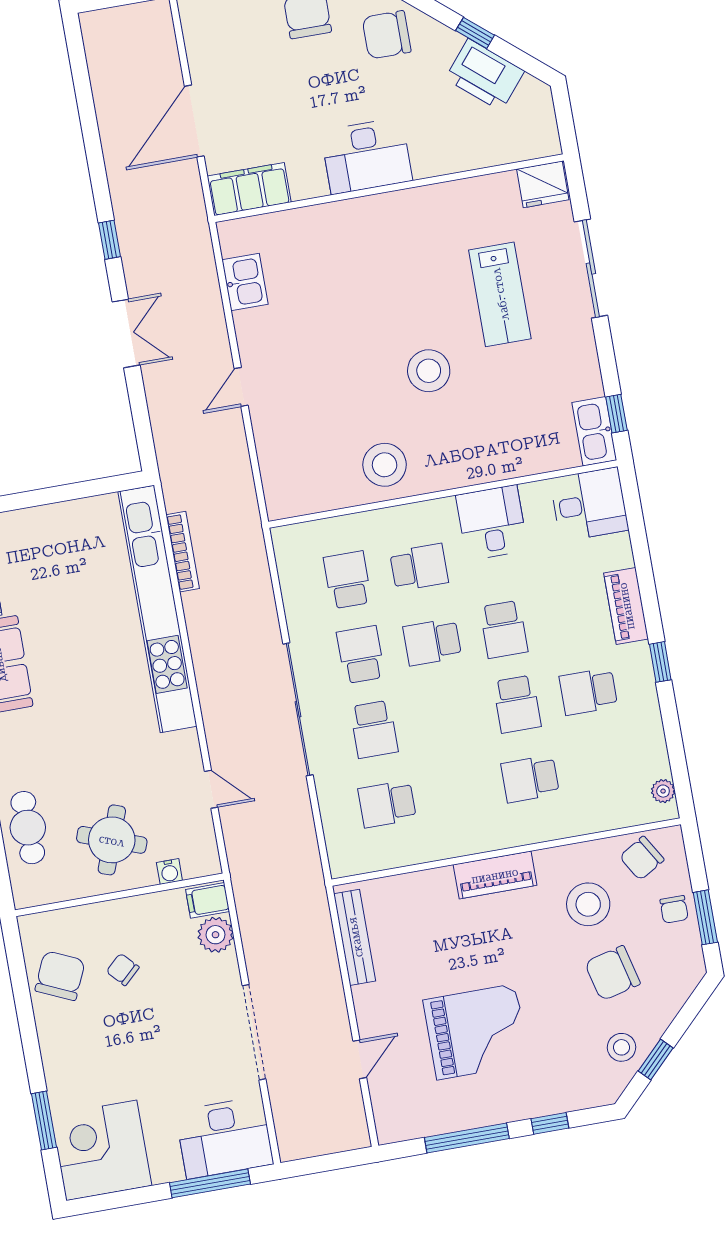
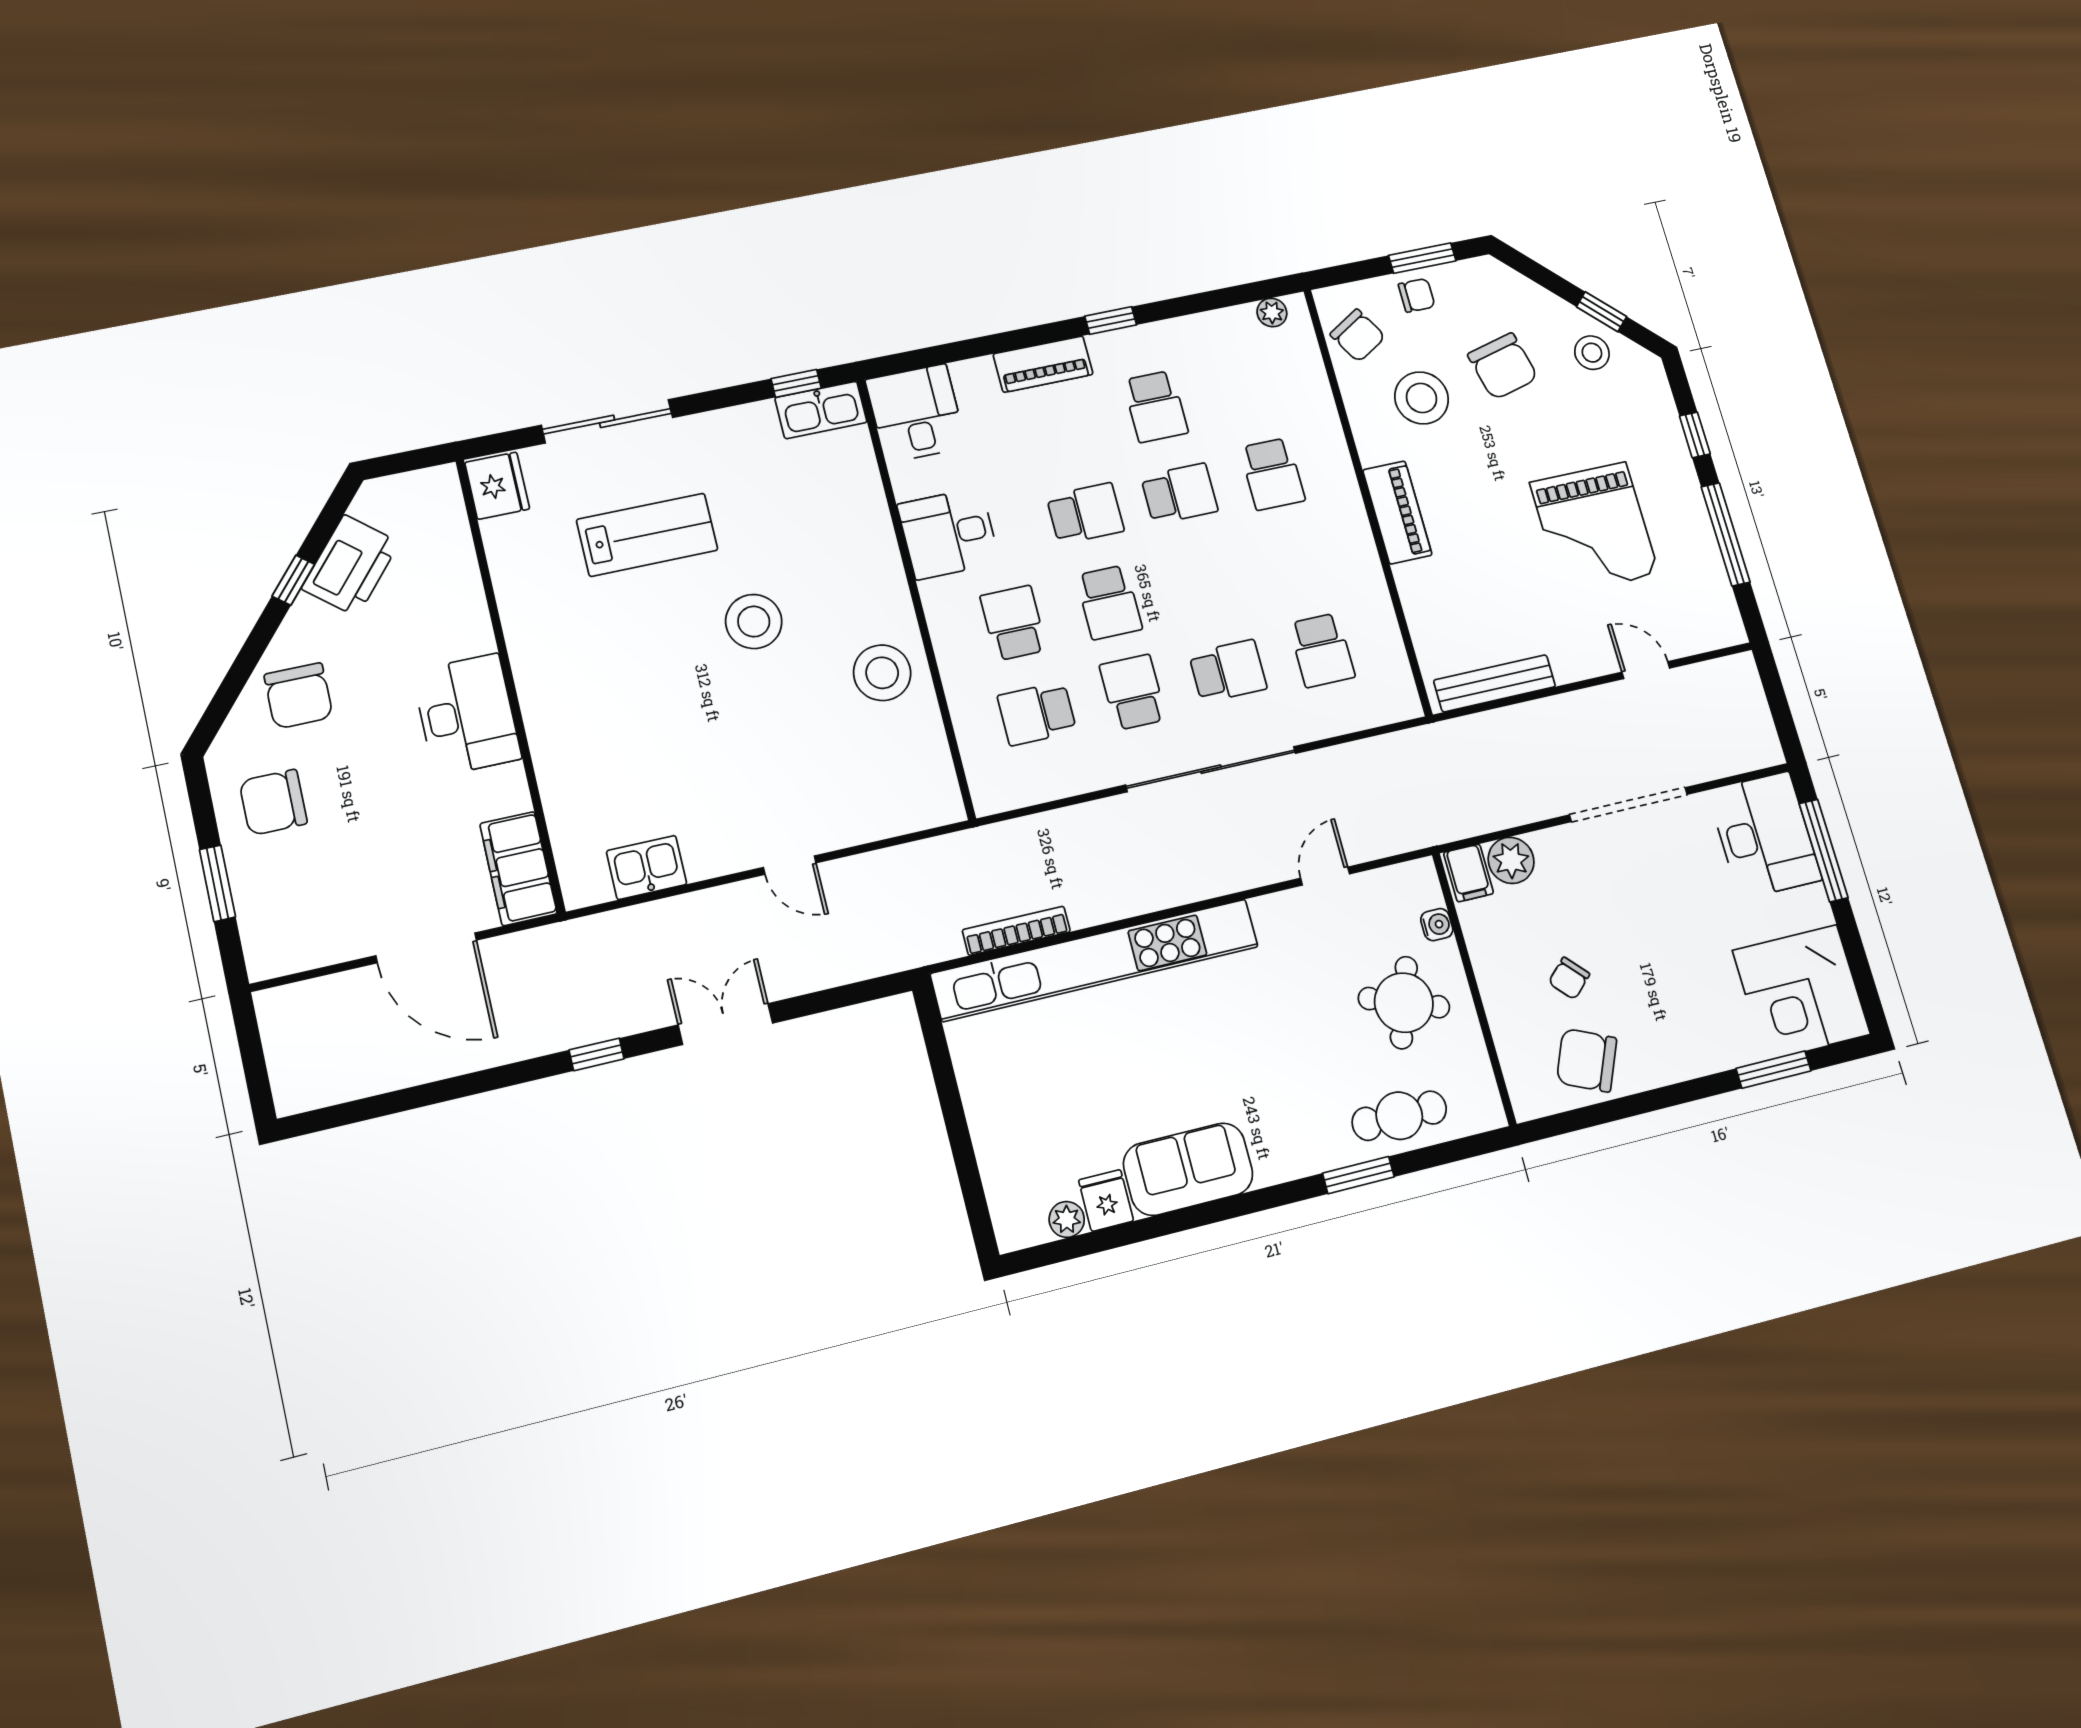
school desk: (361, 655) -> (1133, 692), turned 90
grand piano: (476, 1032) -> (1594, 528), turned 180

